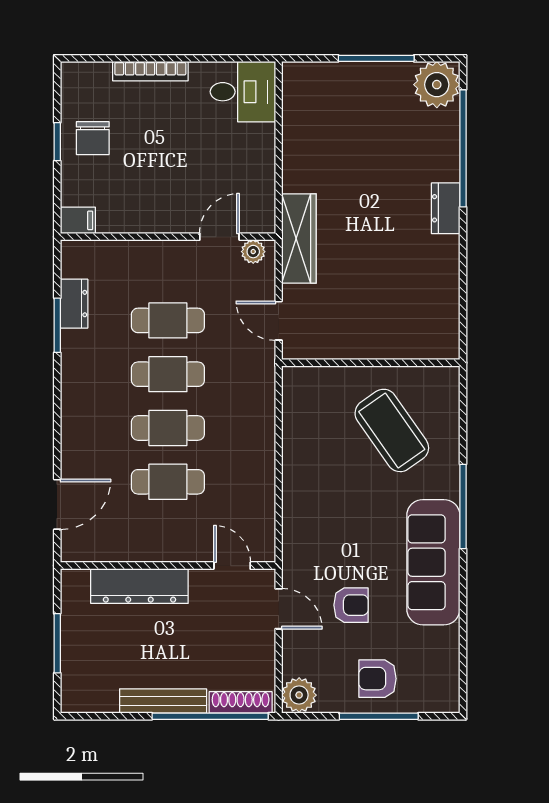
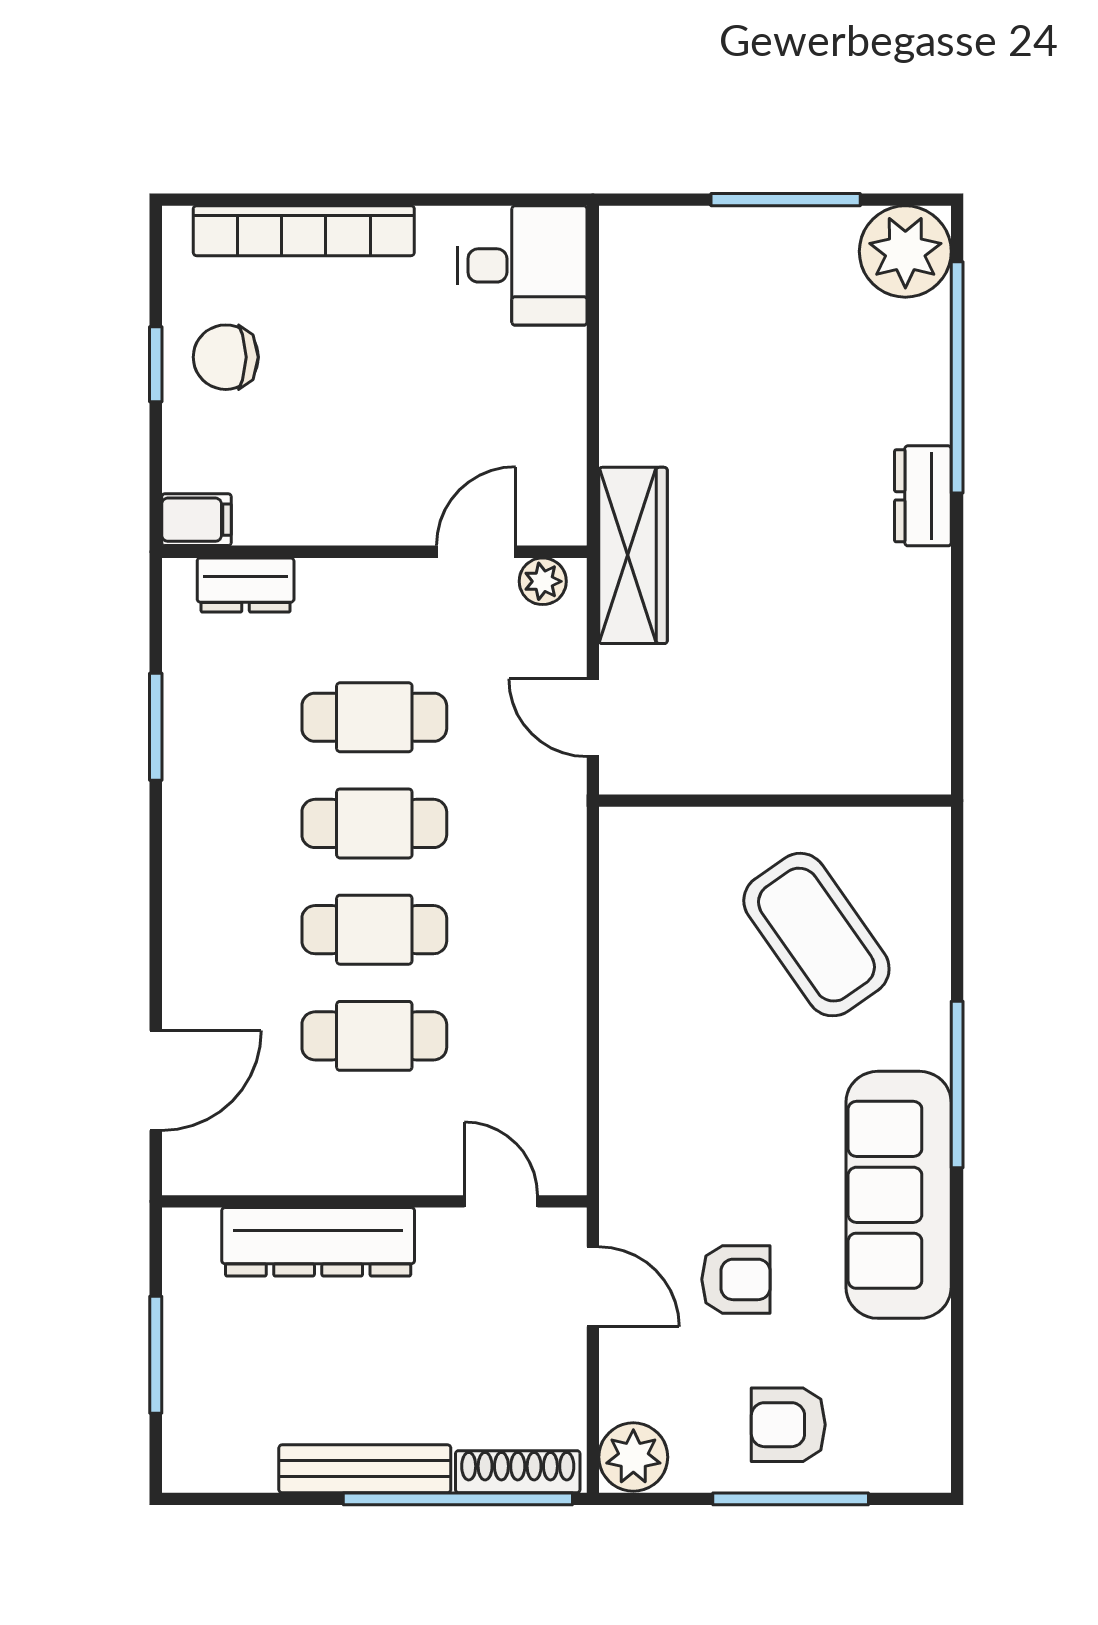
bookcase: (150, 71) -> (304, 231), width x1.48, depth x1.31
chair: (93, 138) -> (226, 357), turned 90
dresser: (74, 304) -> (246, 585), moved, turned 90

